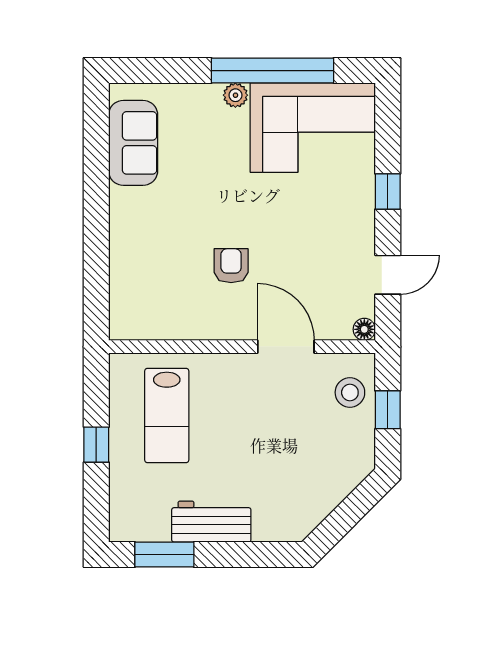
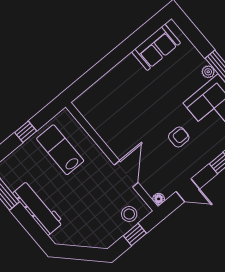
armchair: (231, 266) -> (179, 137), moved
lab bench: (167, 415) -> (60, 150), turned 90
workbench: (211, 522) -> (38, 208), width x1.38

